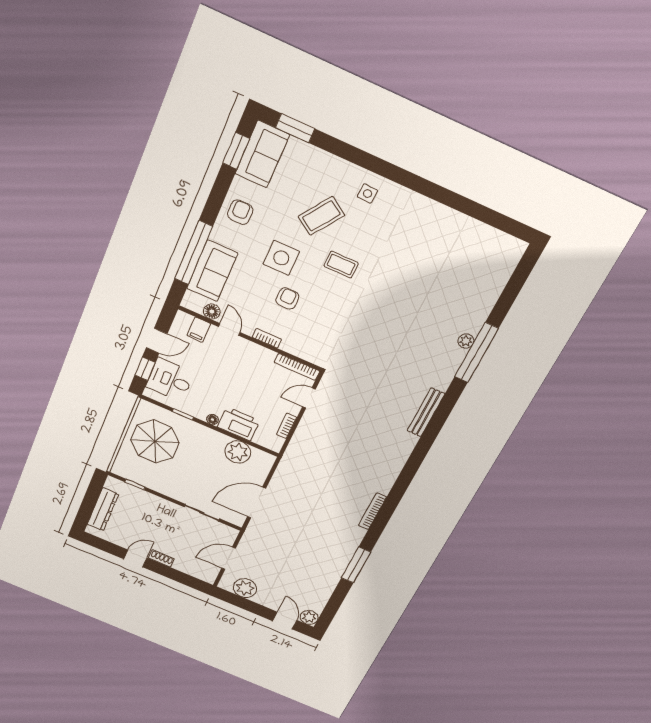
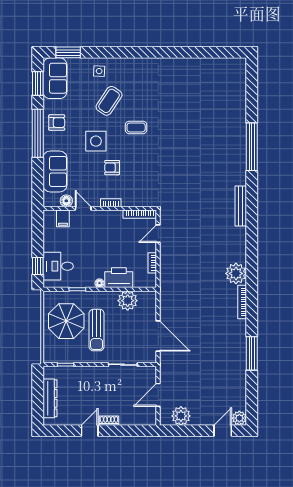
side table: (367, 194) -> (99, 71), moved
armchair: (240, 212) -> (57, 123), turned 90
window: (194, 253) -> (38, 133), moved
armchair: (287, 299) -> (112, 168), turned -90
door: (157, 341) -> (38, 240), removed
plant: (466, 341) -> (236, 273), moved, width x1.88, depth x1.88
sun lounger: (187, 466) -> (97, 330), added
door: (257, 503) -> (158, 336), swing flipped
door: (285, 621) -> (223, 431), hinge flipped

